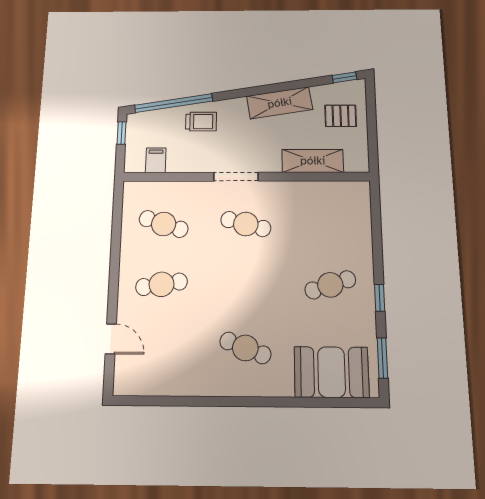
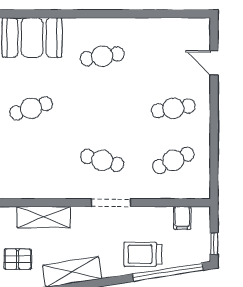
trolley: (201, 122) -> (143, 254), width x1.36, depth x1.39
cafe table: (164, 224) -> (173, 160), turned -42
cafe table: (245, 348) -> (102, 56), turned -30

